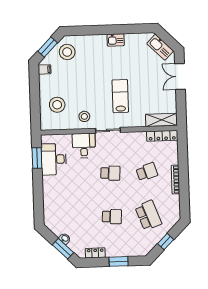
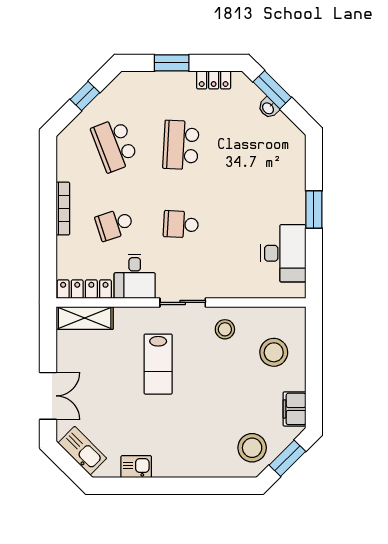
kitchen sink: (116, 40) -> (136, 467), moved
filing cabinet: (45, 69) -> (294, 409), width x2.00
desk: (84, 146) -> (135, 276), moved
window: (37, 158) -> (314, 209), moved
school desk: (112, 217) -> (181, 145), width x1.85

